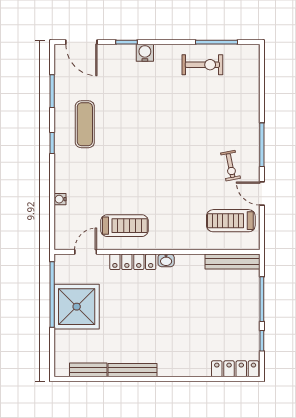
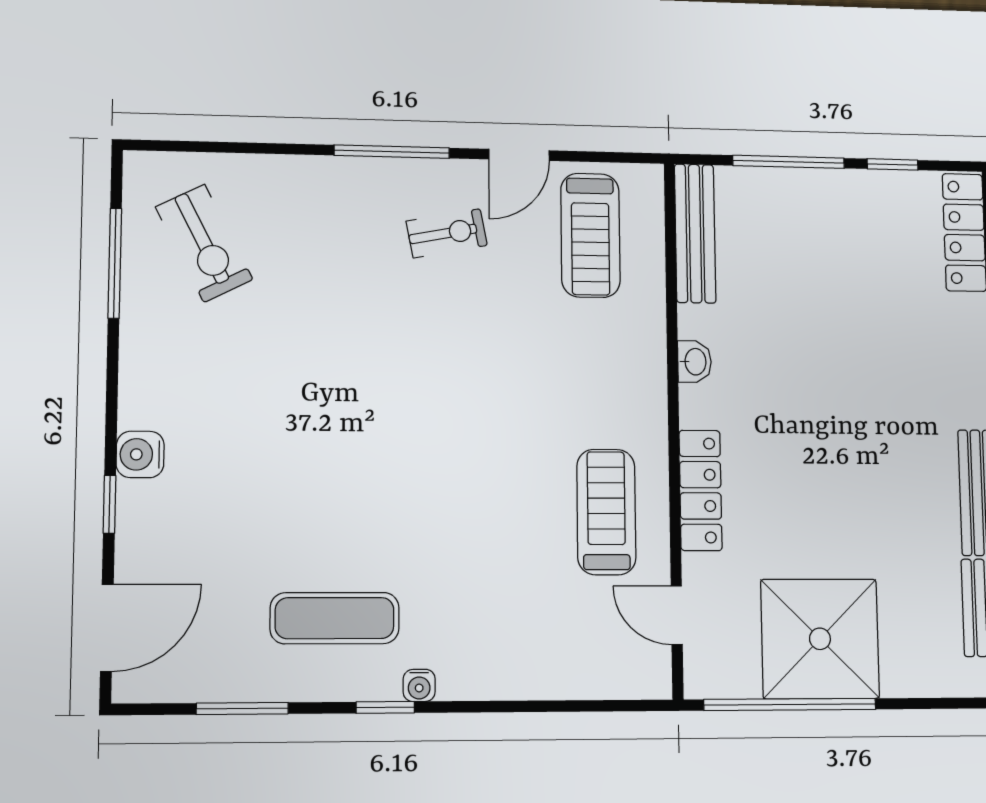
exercise bike: (202, 65) -> (204, 243), moved, turned 153
water cooler: (60, 199) -> (419, 685), moved
washbasin: (166, 260) -> (695, 362), moved

